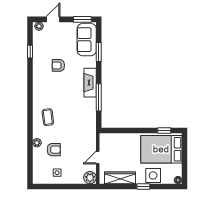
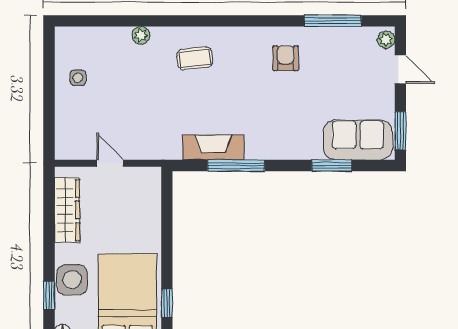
window: (30, 52) -> (333, 21), width x2.17
armchair: (58, 65) -> (286, 58), moved
fireplace: (90, 83) -> (213, 147), moved
armchair: (54, 150) -> (127, 71), removed
plant: (90, 178) -> (68, 147), removed
window: (143, 186) -> (49, 295), moved

